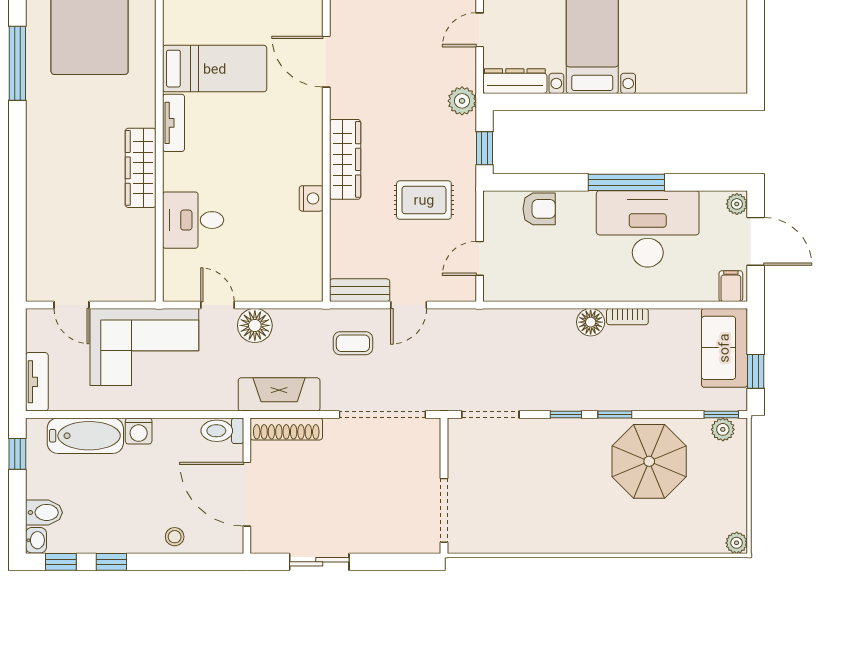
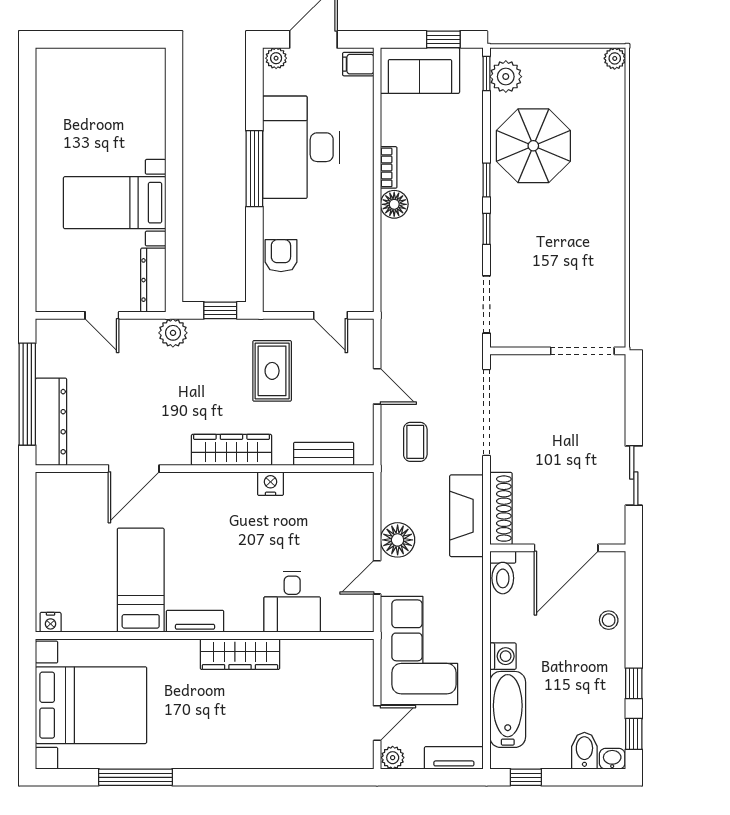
bench: (360, 290) -> (324, 454), moved, turned 90
plant: (37, 321) -> (393, 758), added
plant: (723, 429) -> (506, 77), width x1.38, depth x1.38

